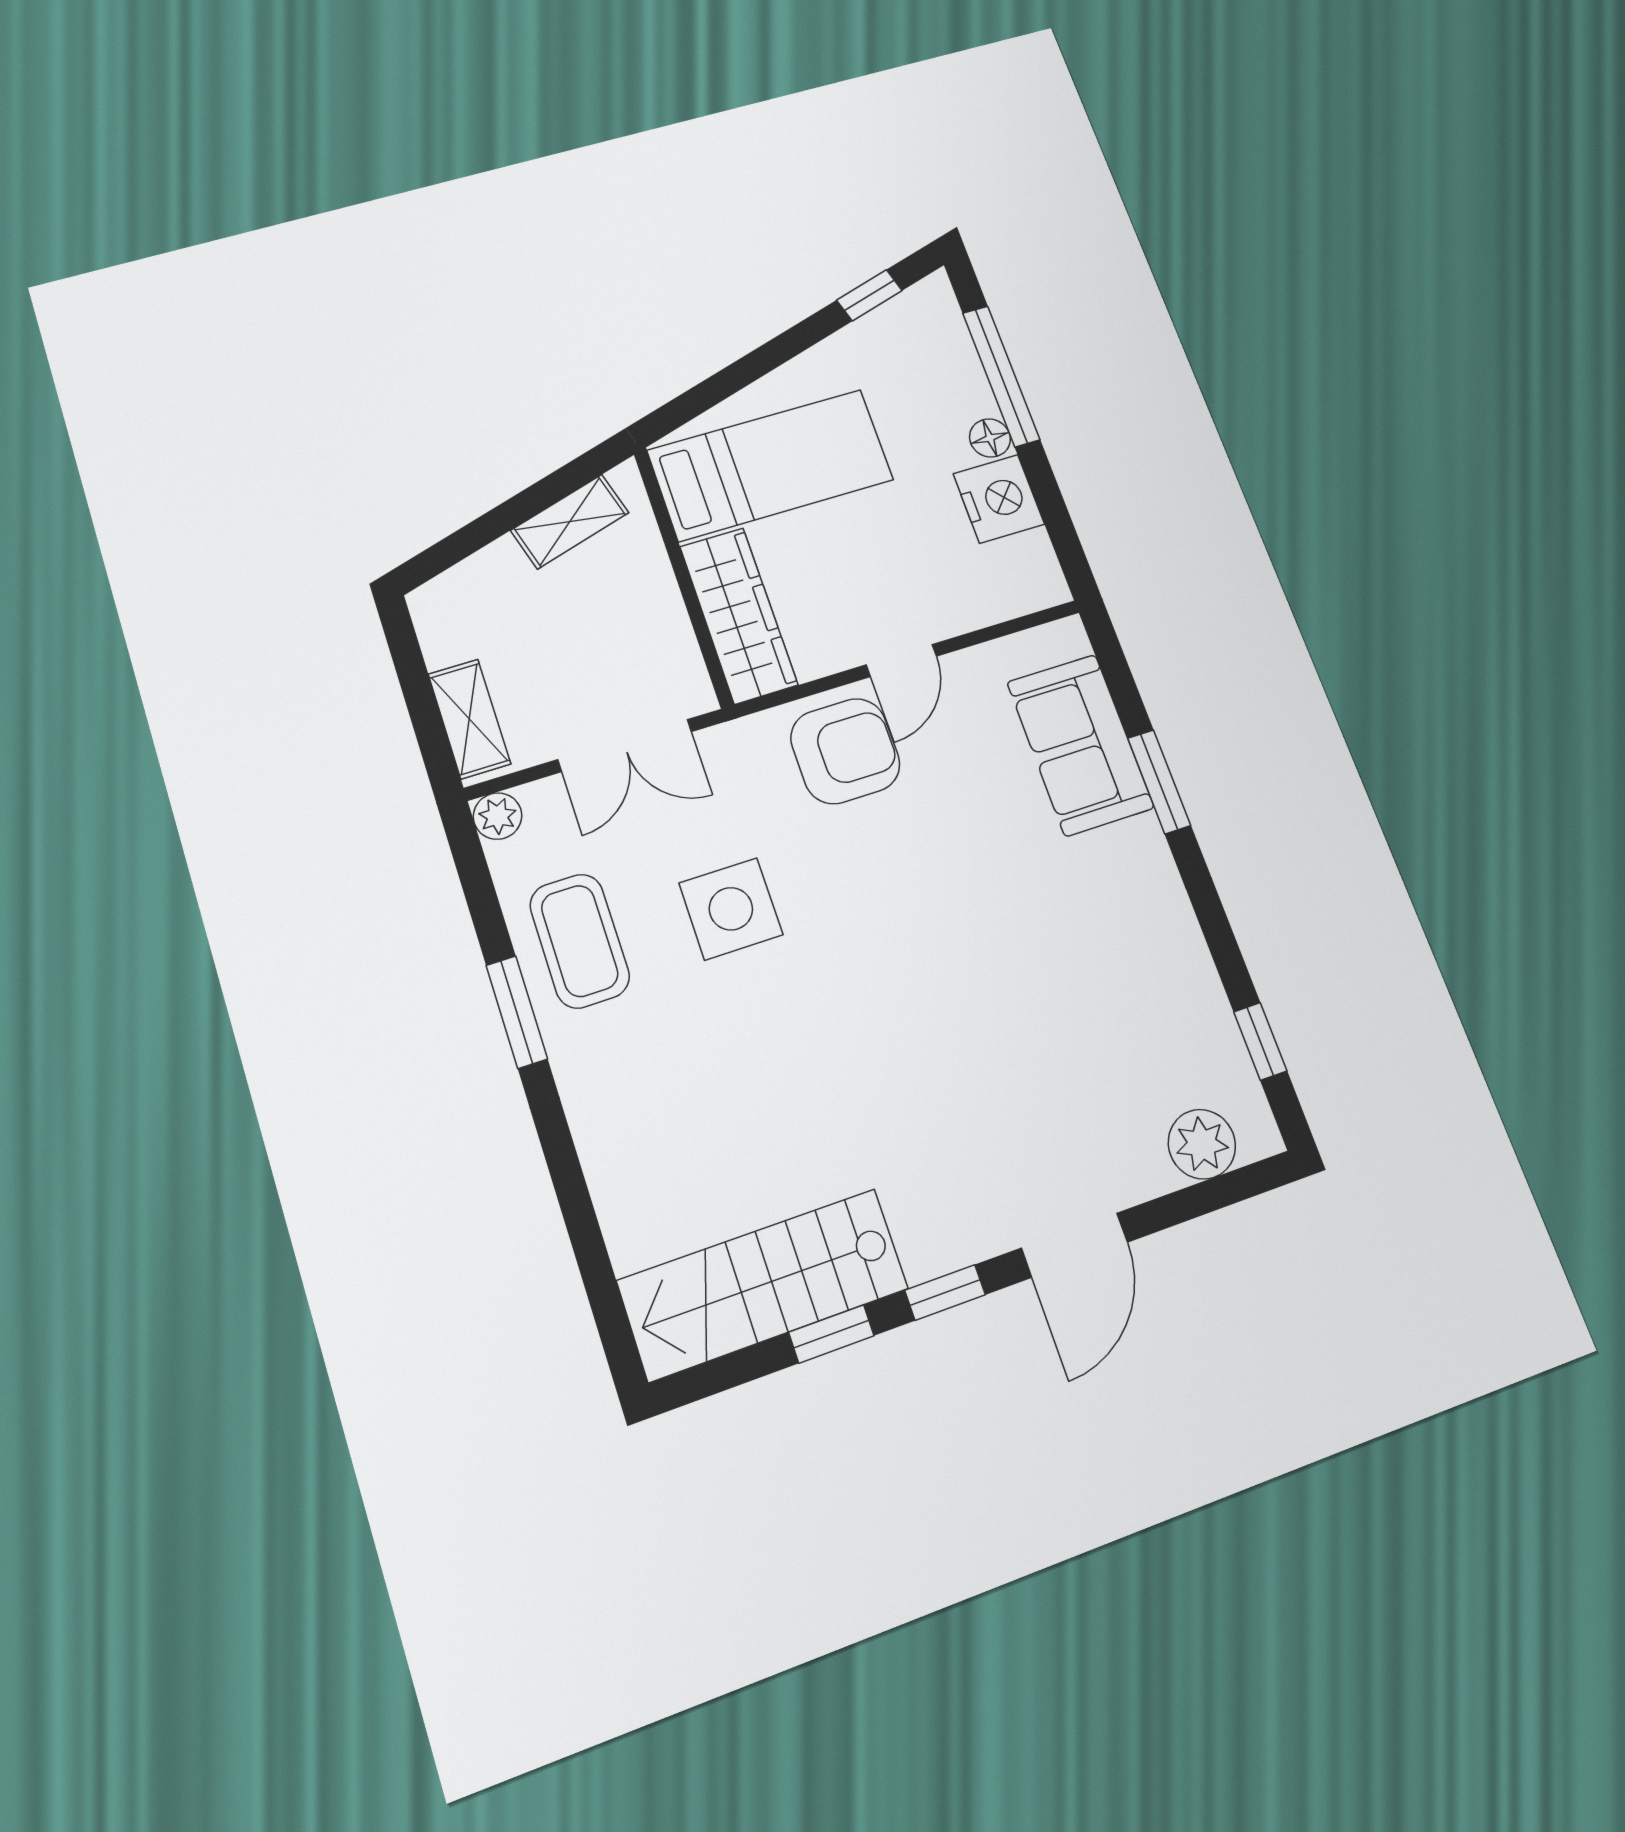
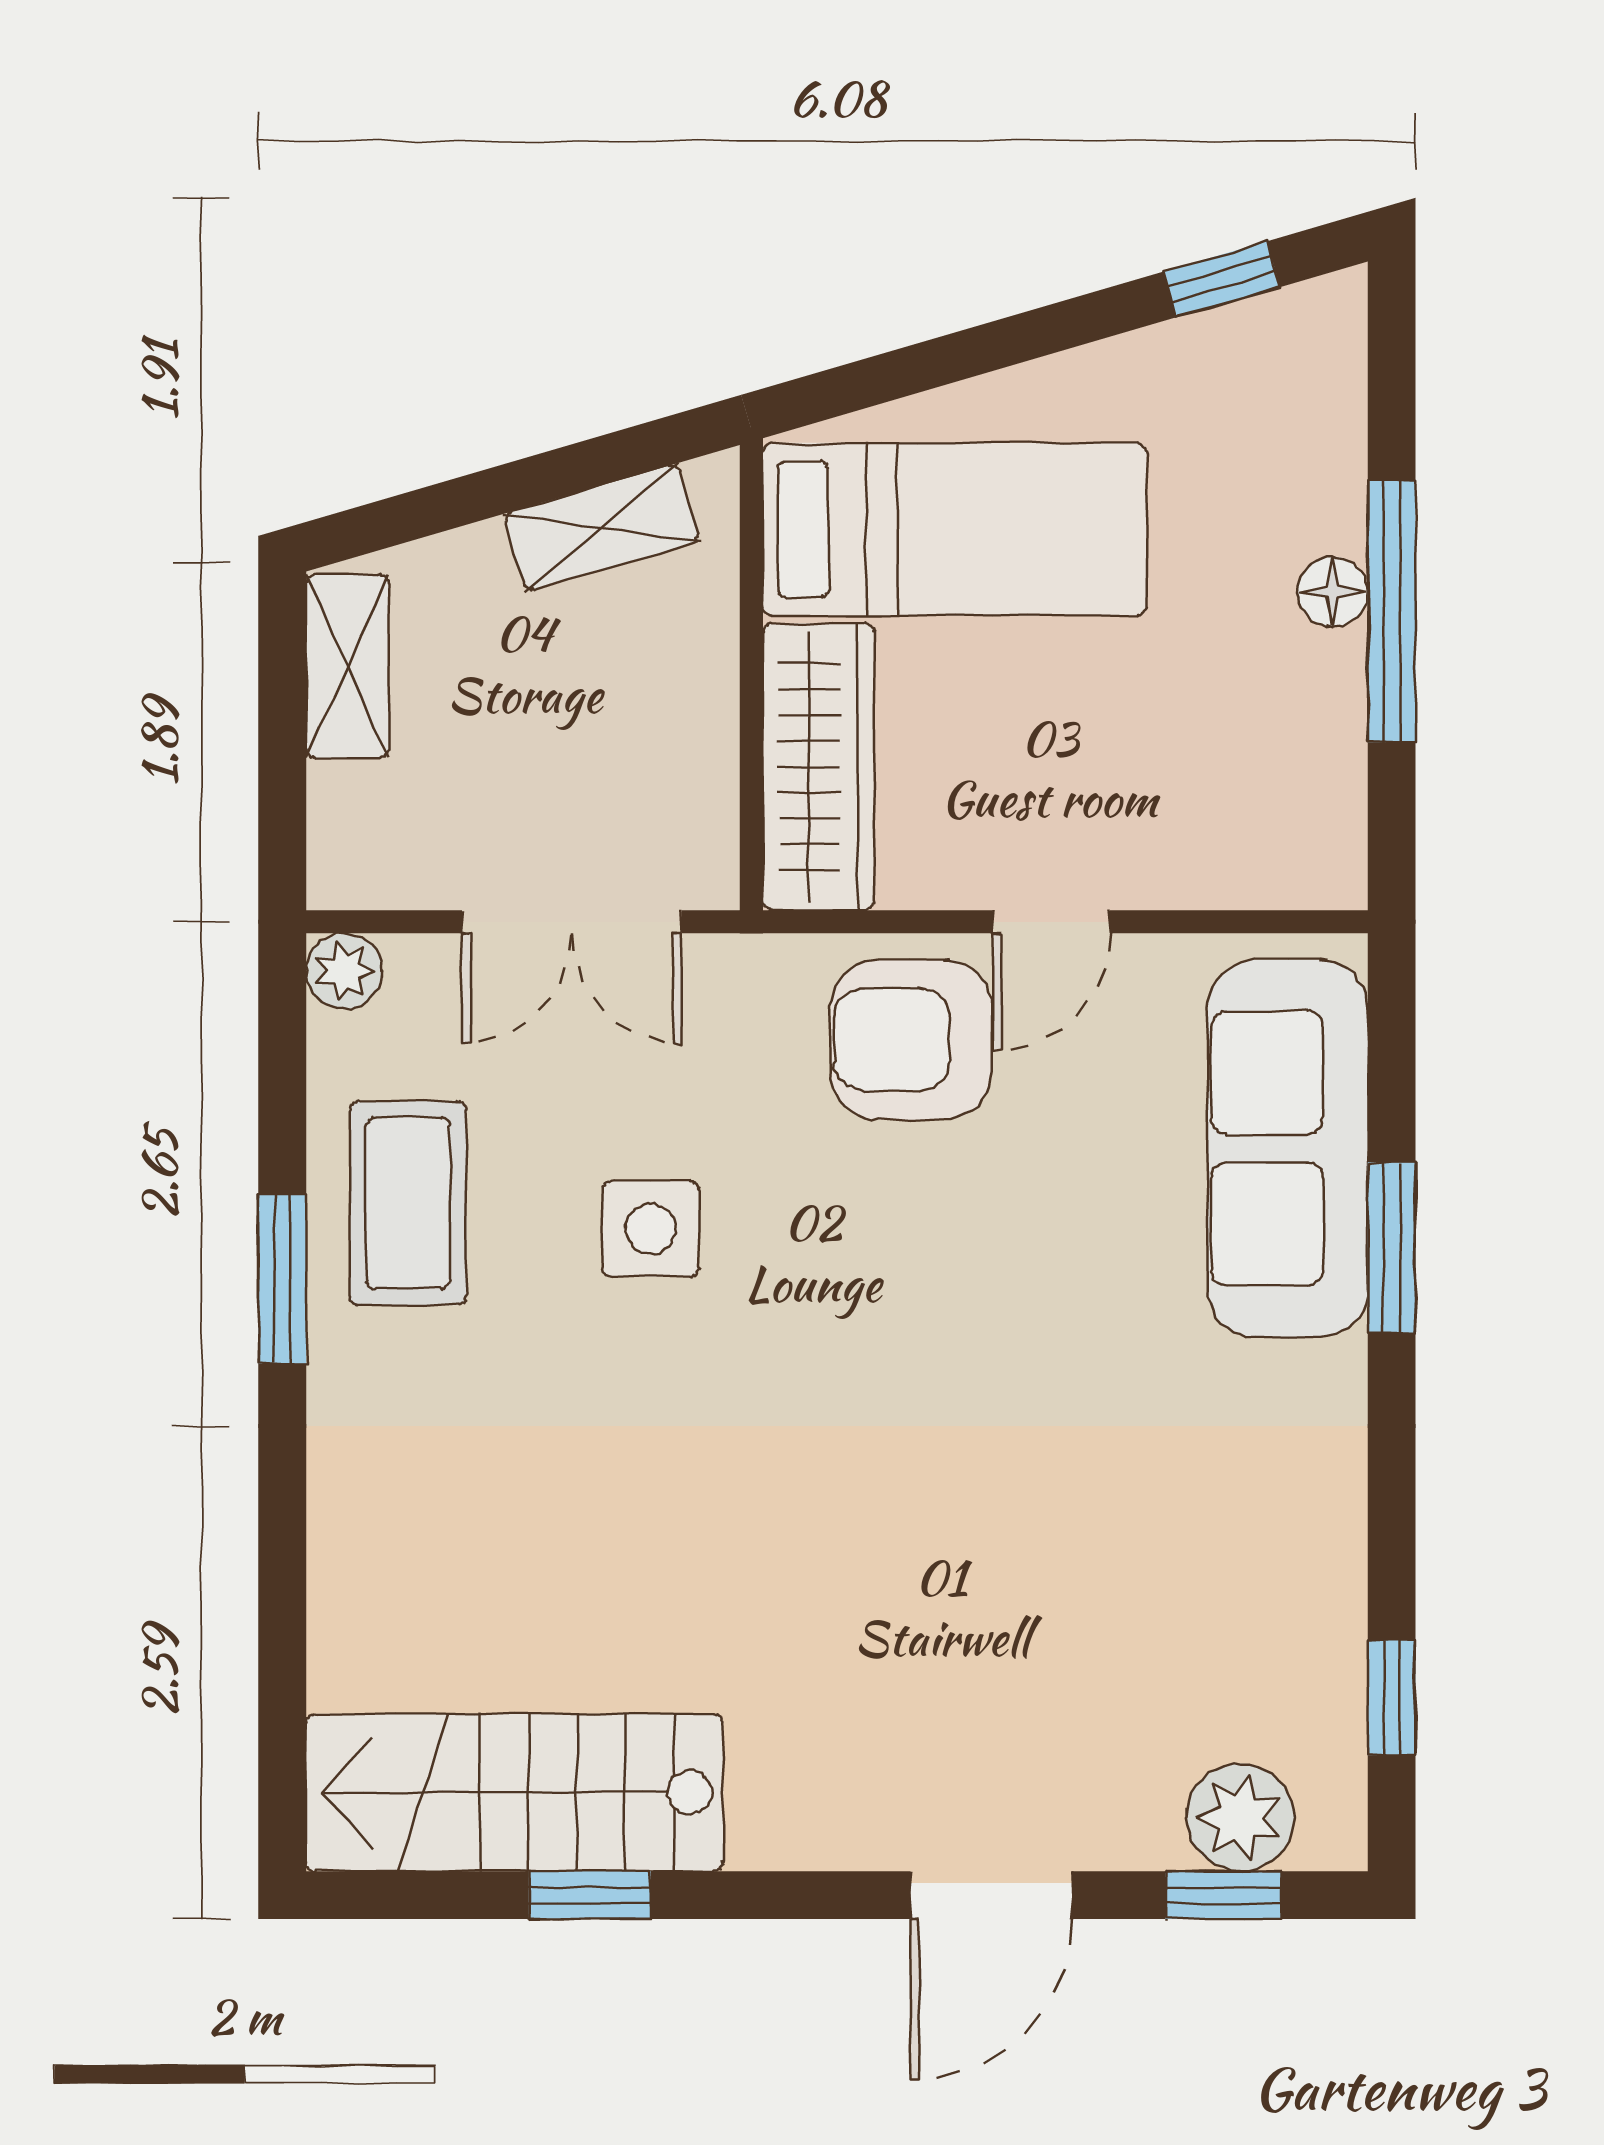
window: (1001, 376) -> (1392, 611), moved
nightstand: (999, 499) -> (1308, 701), removed
shelving: (469, 719) -> (347, 666), moved
sofa: (1080, 745) -> (1288, 1148), width x1.36
armchair: (845, 751) -> (911, 1040), turned 180
side table: (731, 909) -> (651, 1229), width x0.73, depth x0.73
window: (945, 1292) -> (1224, 1895), moved

